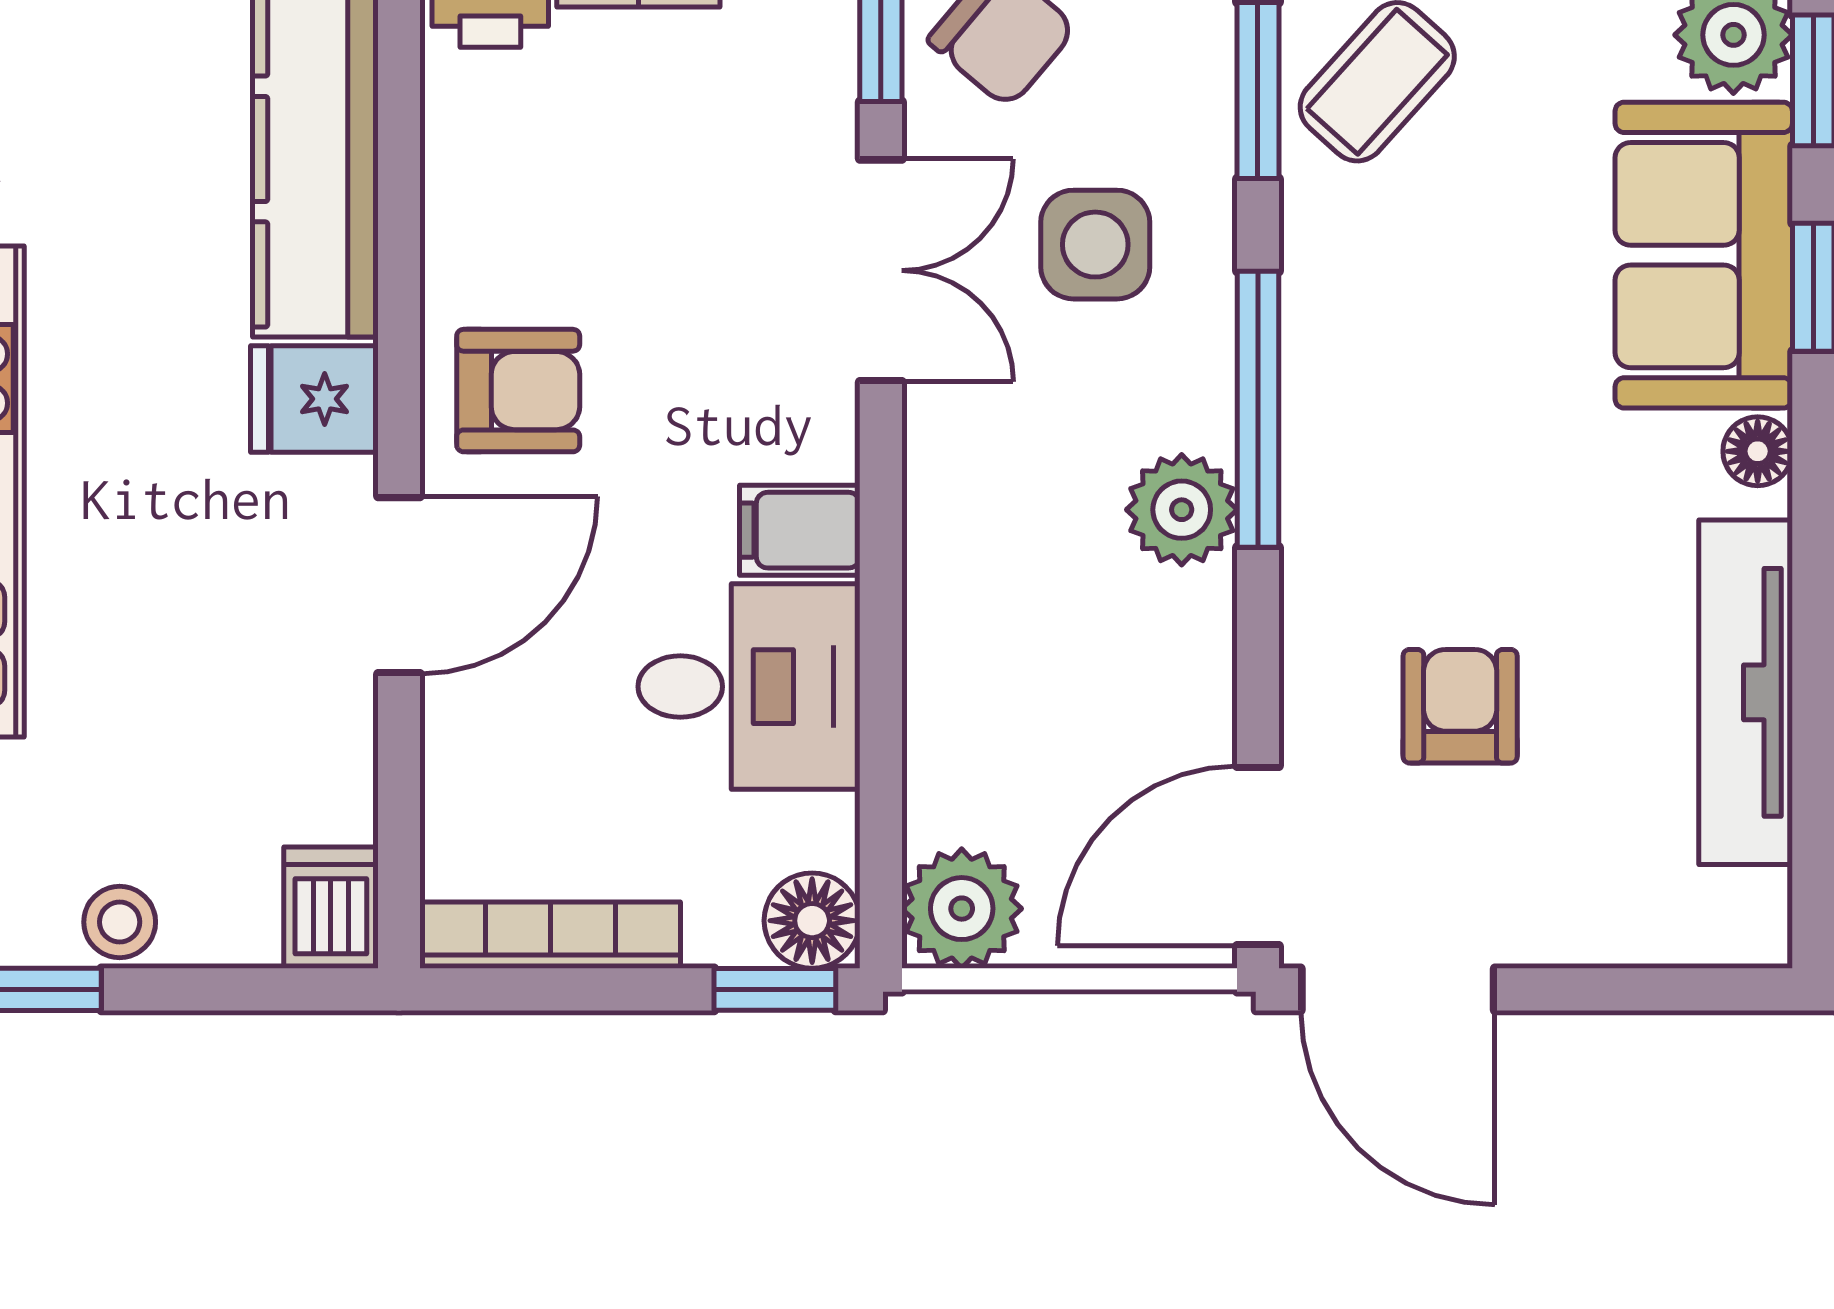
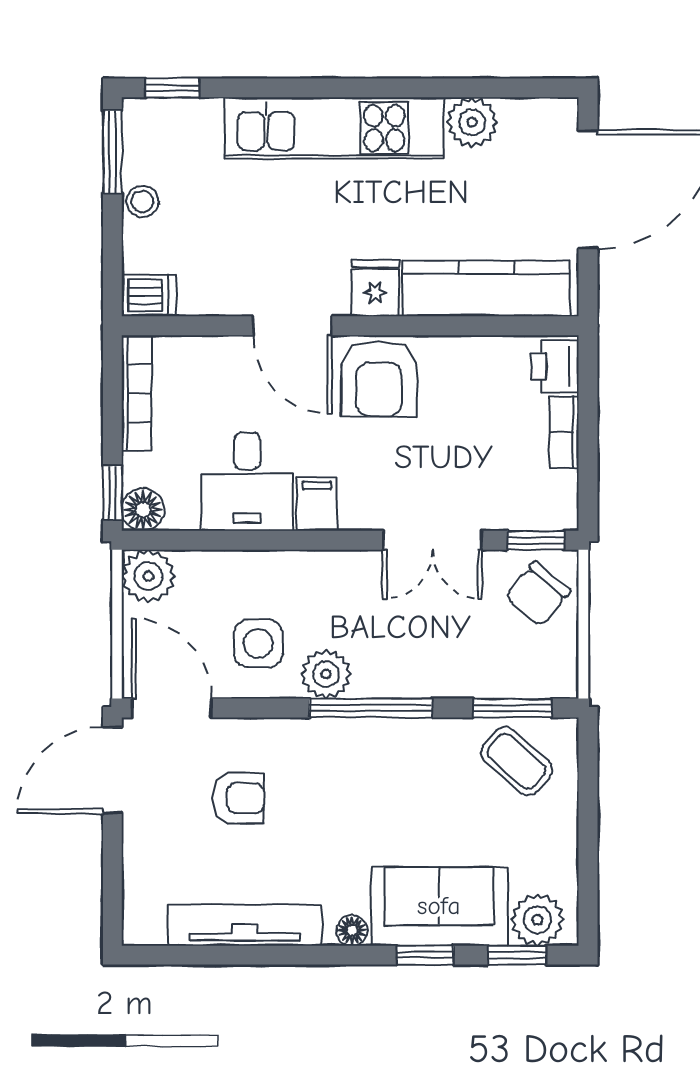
side table: (1095, 245) -> (258, 643), moved
armchair: (518, 391) -> (379, 379), width x1.38, depth x1.38

